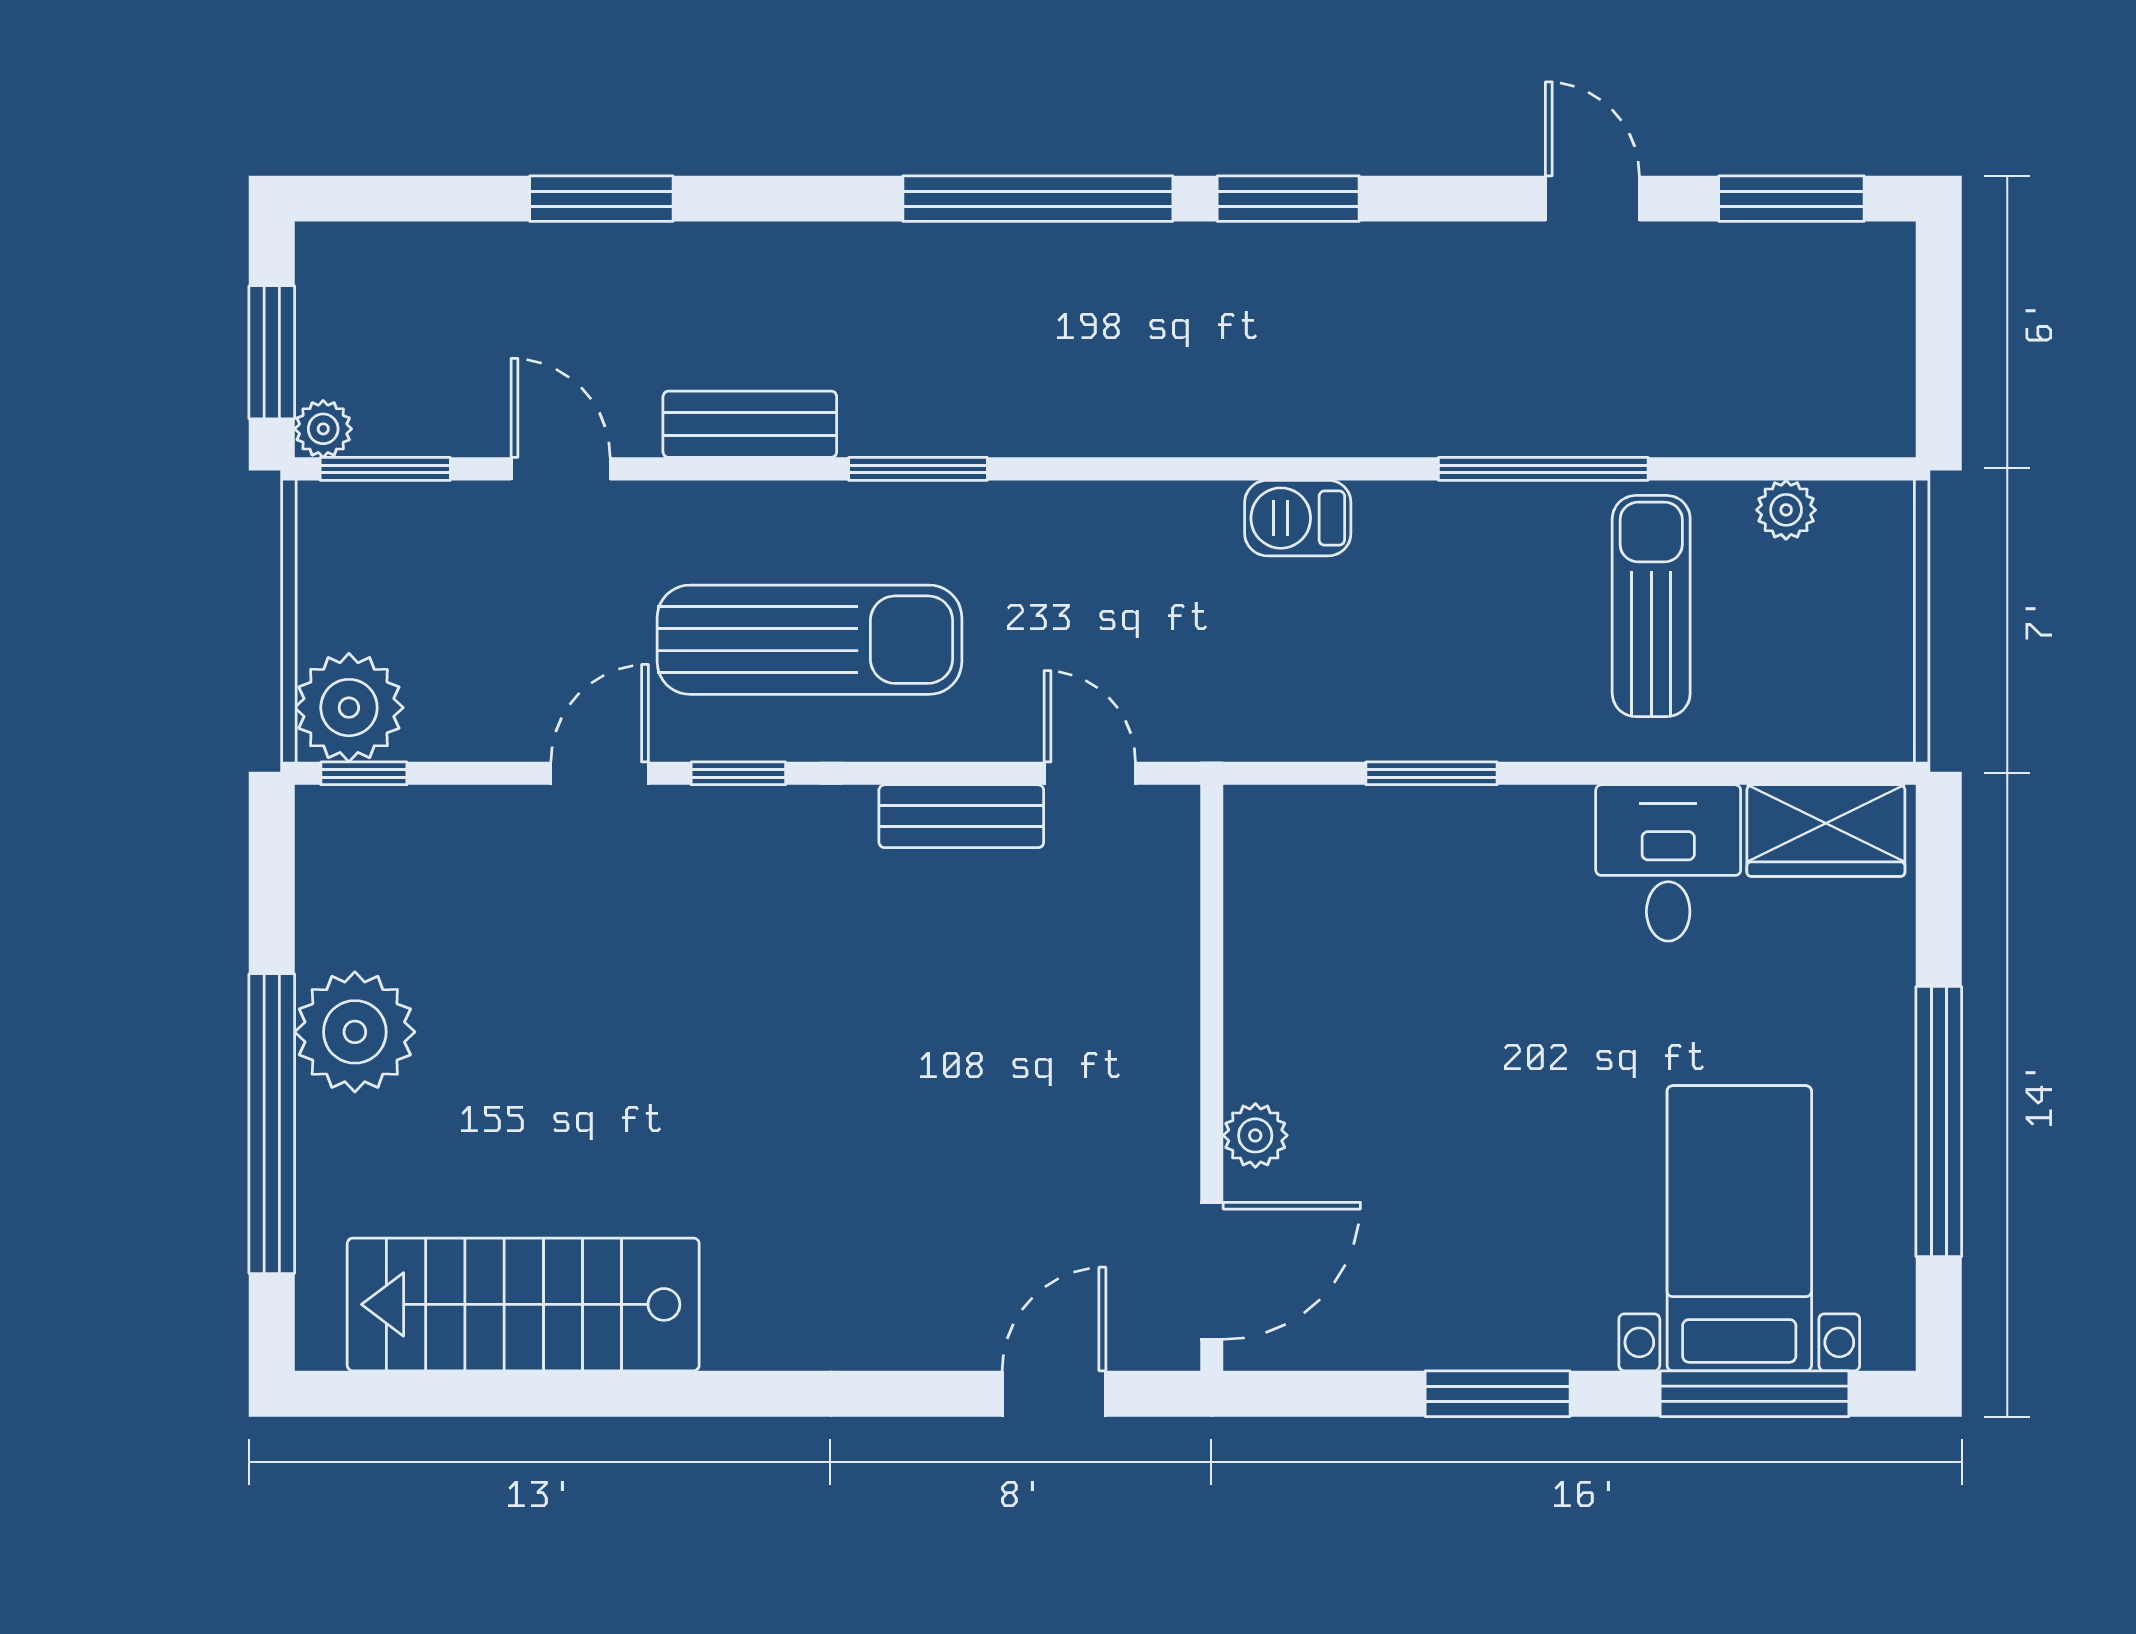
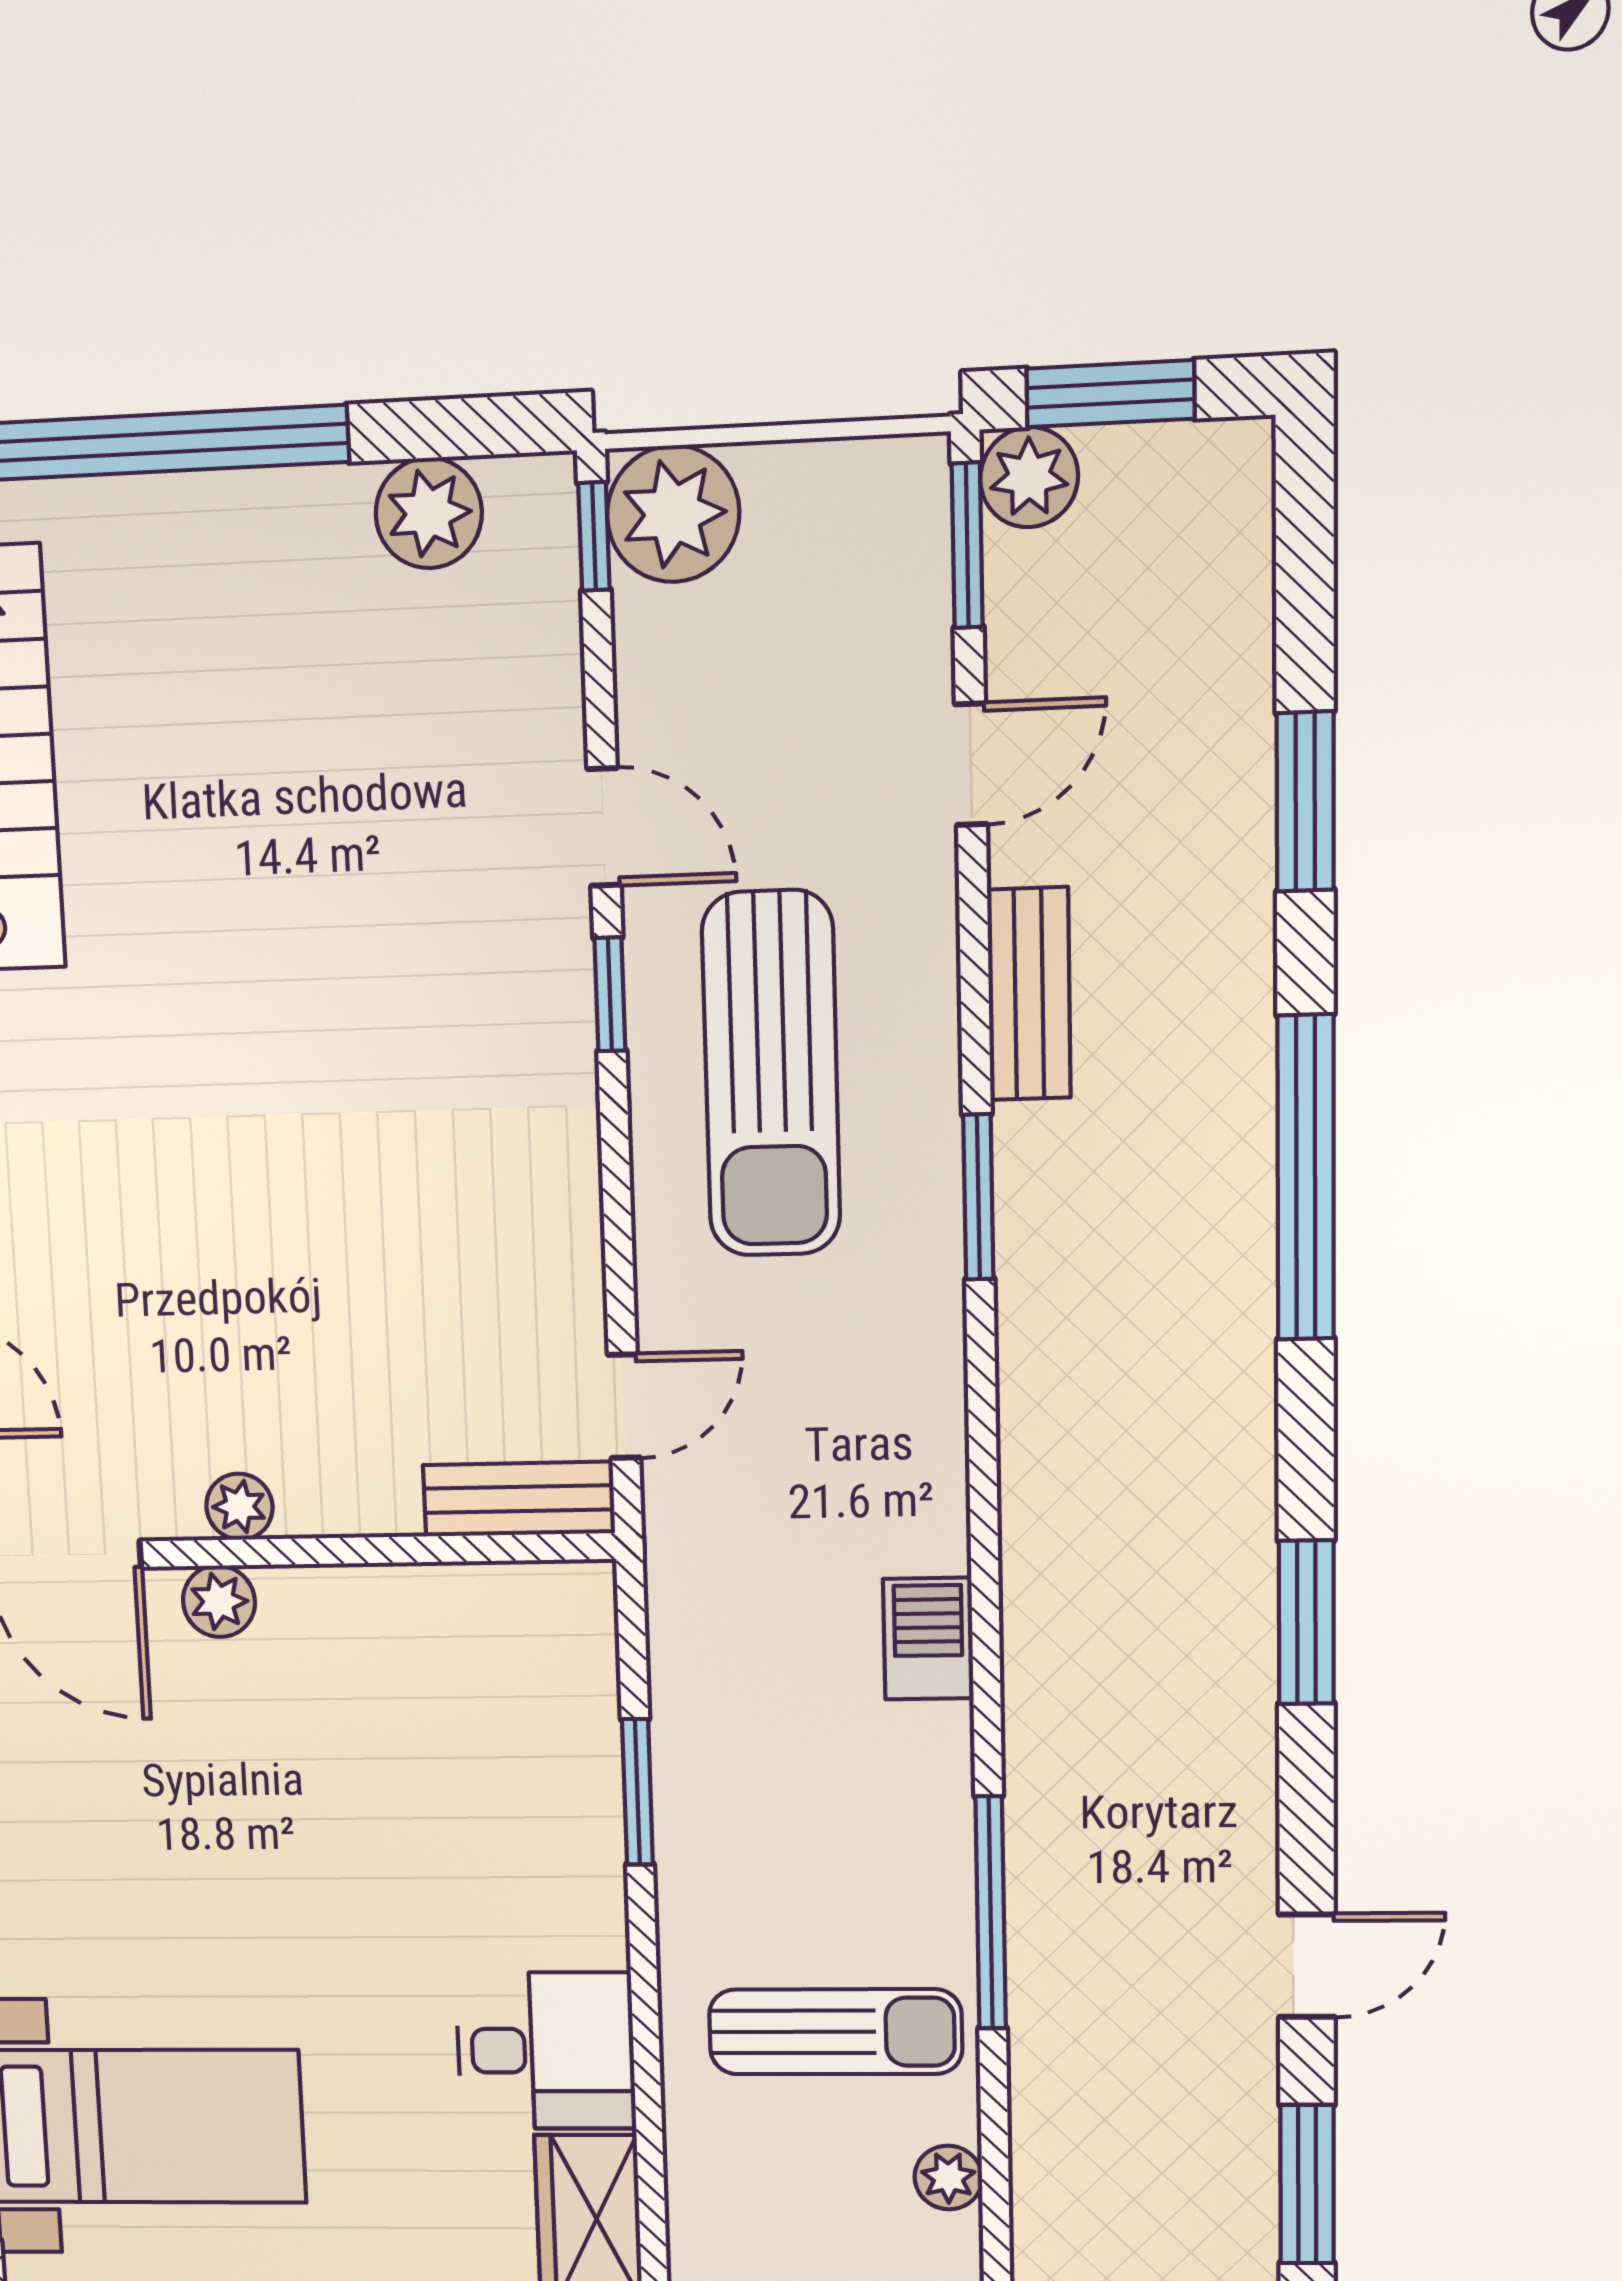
window: (1038, 199) -> (1306, 1178), moved
plant: (323, 429) -> (1029, 477), width x1.38, depth x1.38
bench: (961, 816) -> (519, 1499), moved, turned 90
plant: (355, 1032) -> (429, 513), moved, width x0.73, depth x0.73
plant: (1171, 1113) -> (239, 1507), added

